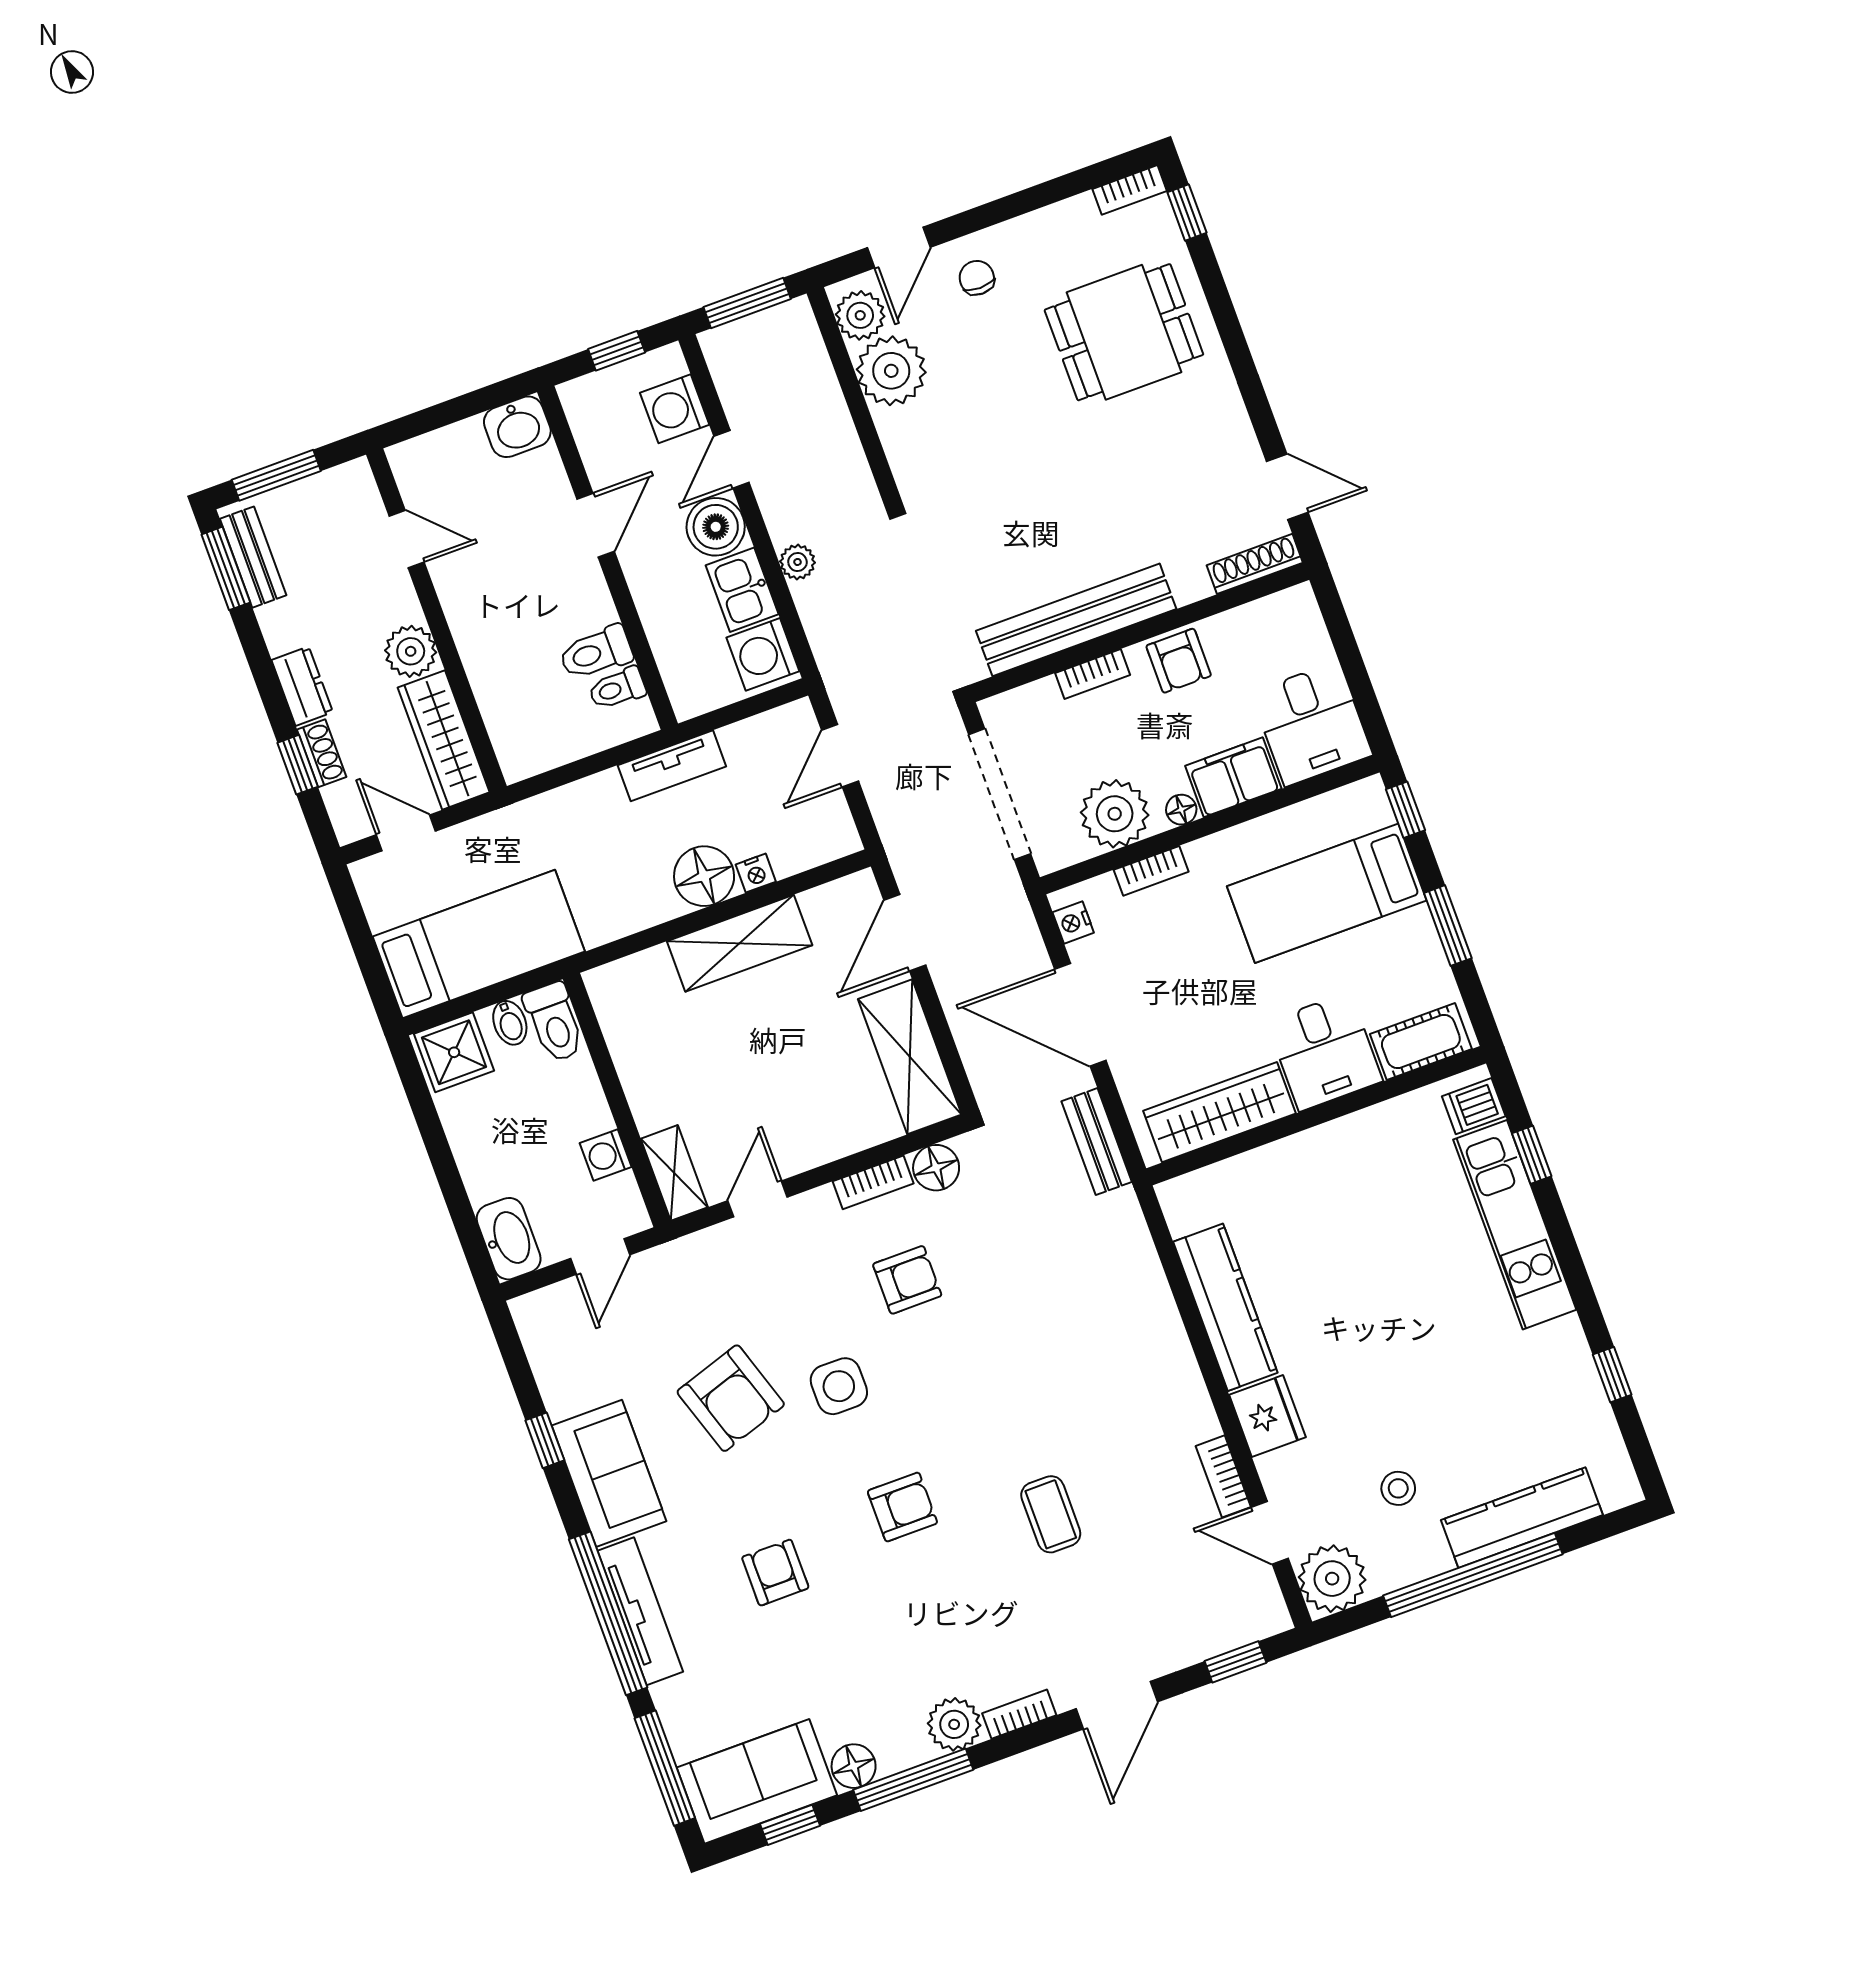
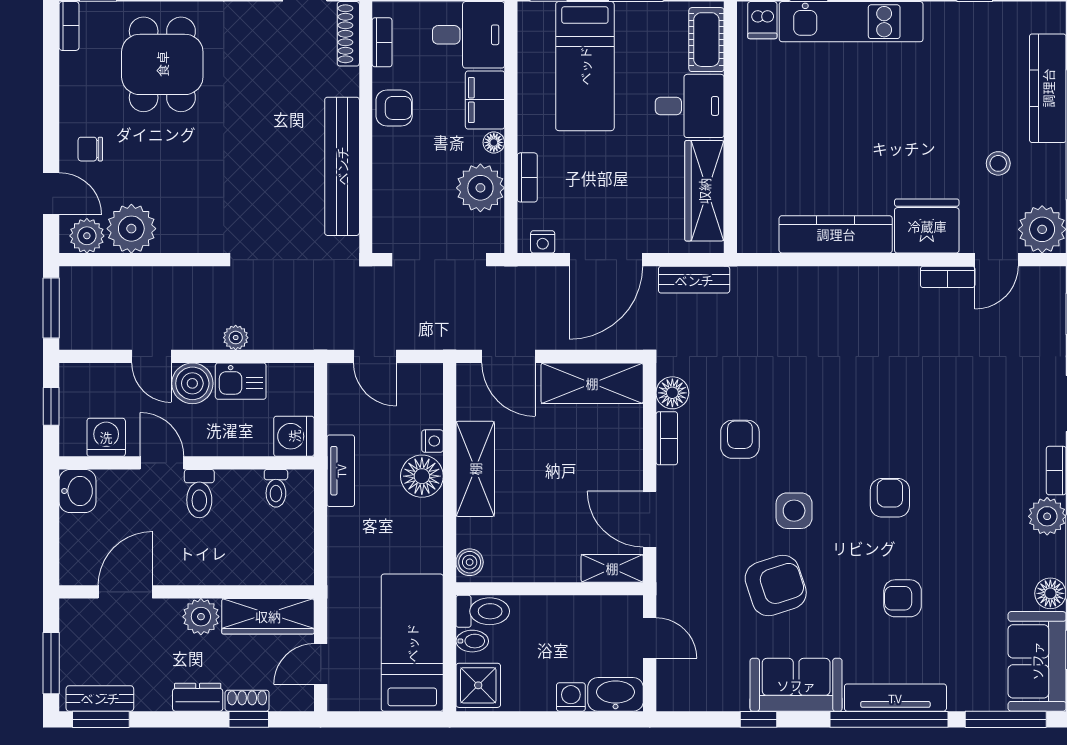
washing machine: (675, 409) -> (106, 437), moved, turned 180
door: (407, 539) -> (125, 592), width x1.38
toilet: (596, 653) -> (199, 494), moved
washing machine: (763, 654) -> (294, 436), moved, turned 90
bookcase: (1093, 674) -> (382, 42), moved
boiler: (613, 981) -> (470, 562), added
washing machine: (606, 1155) -> (571, 697), moved, turned 180
door: (758, 1199) -> (650, 519), width x1.38
fridge: (1267, 1416) -> (927, 226), width x1.36, depth x1.34
coffee table: (1051, 1514) -> (931, 401), removed

